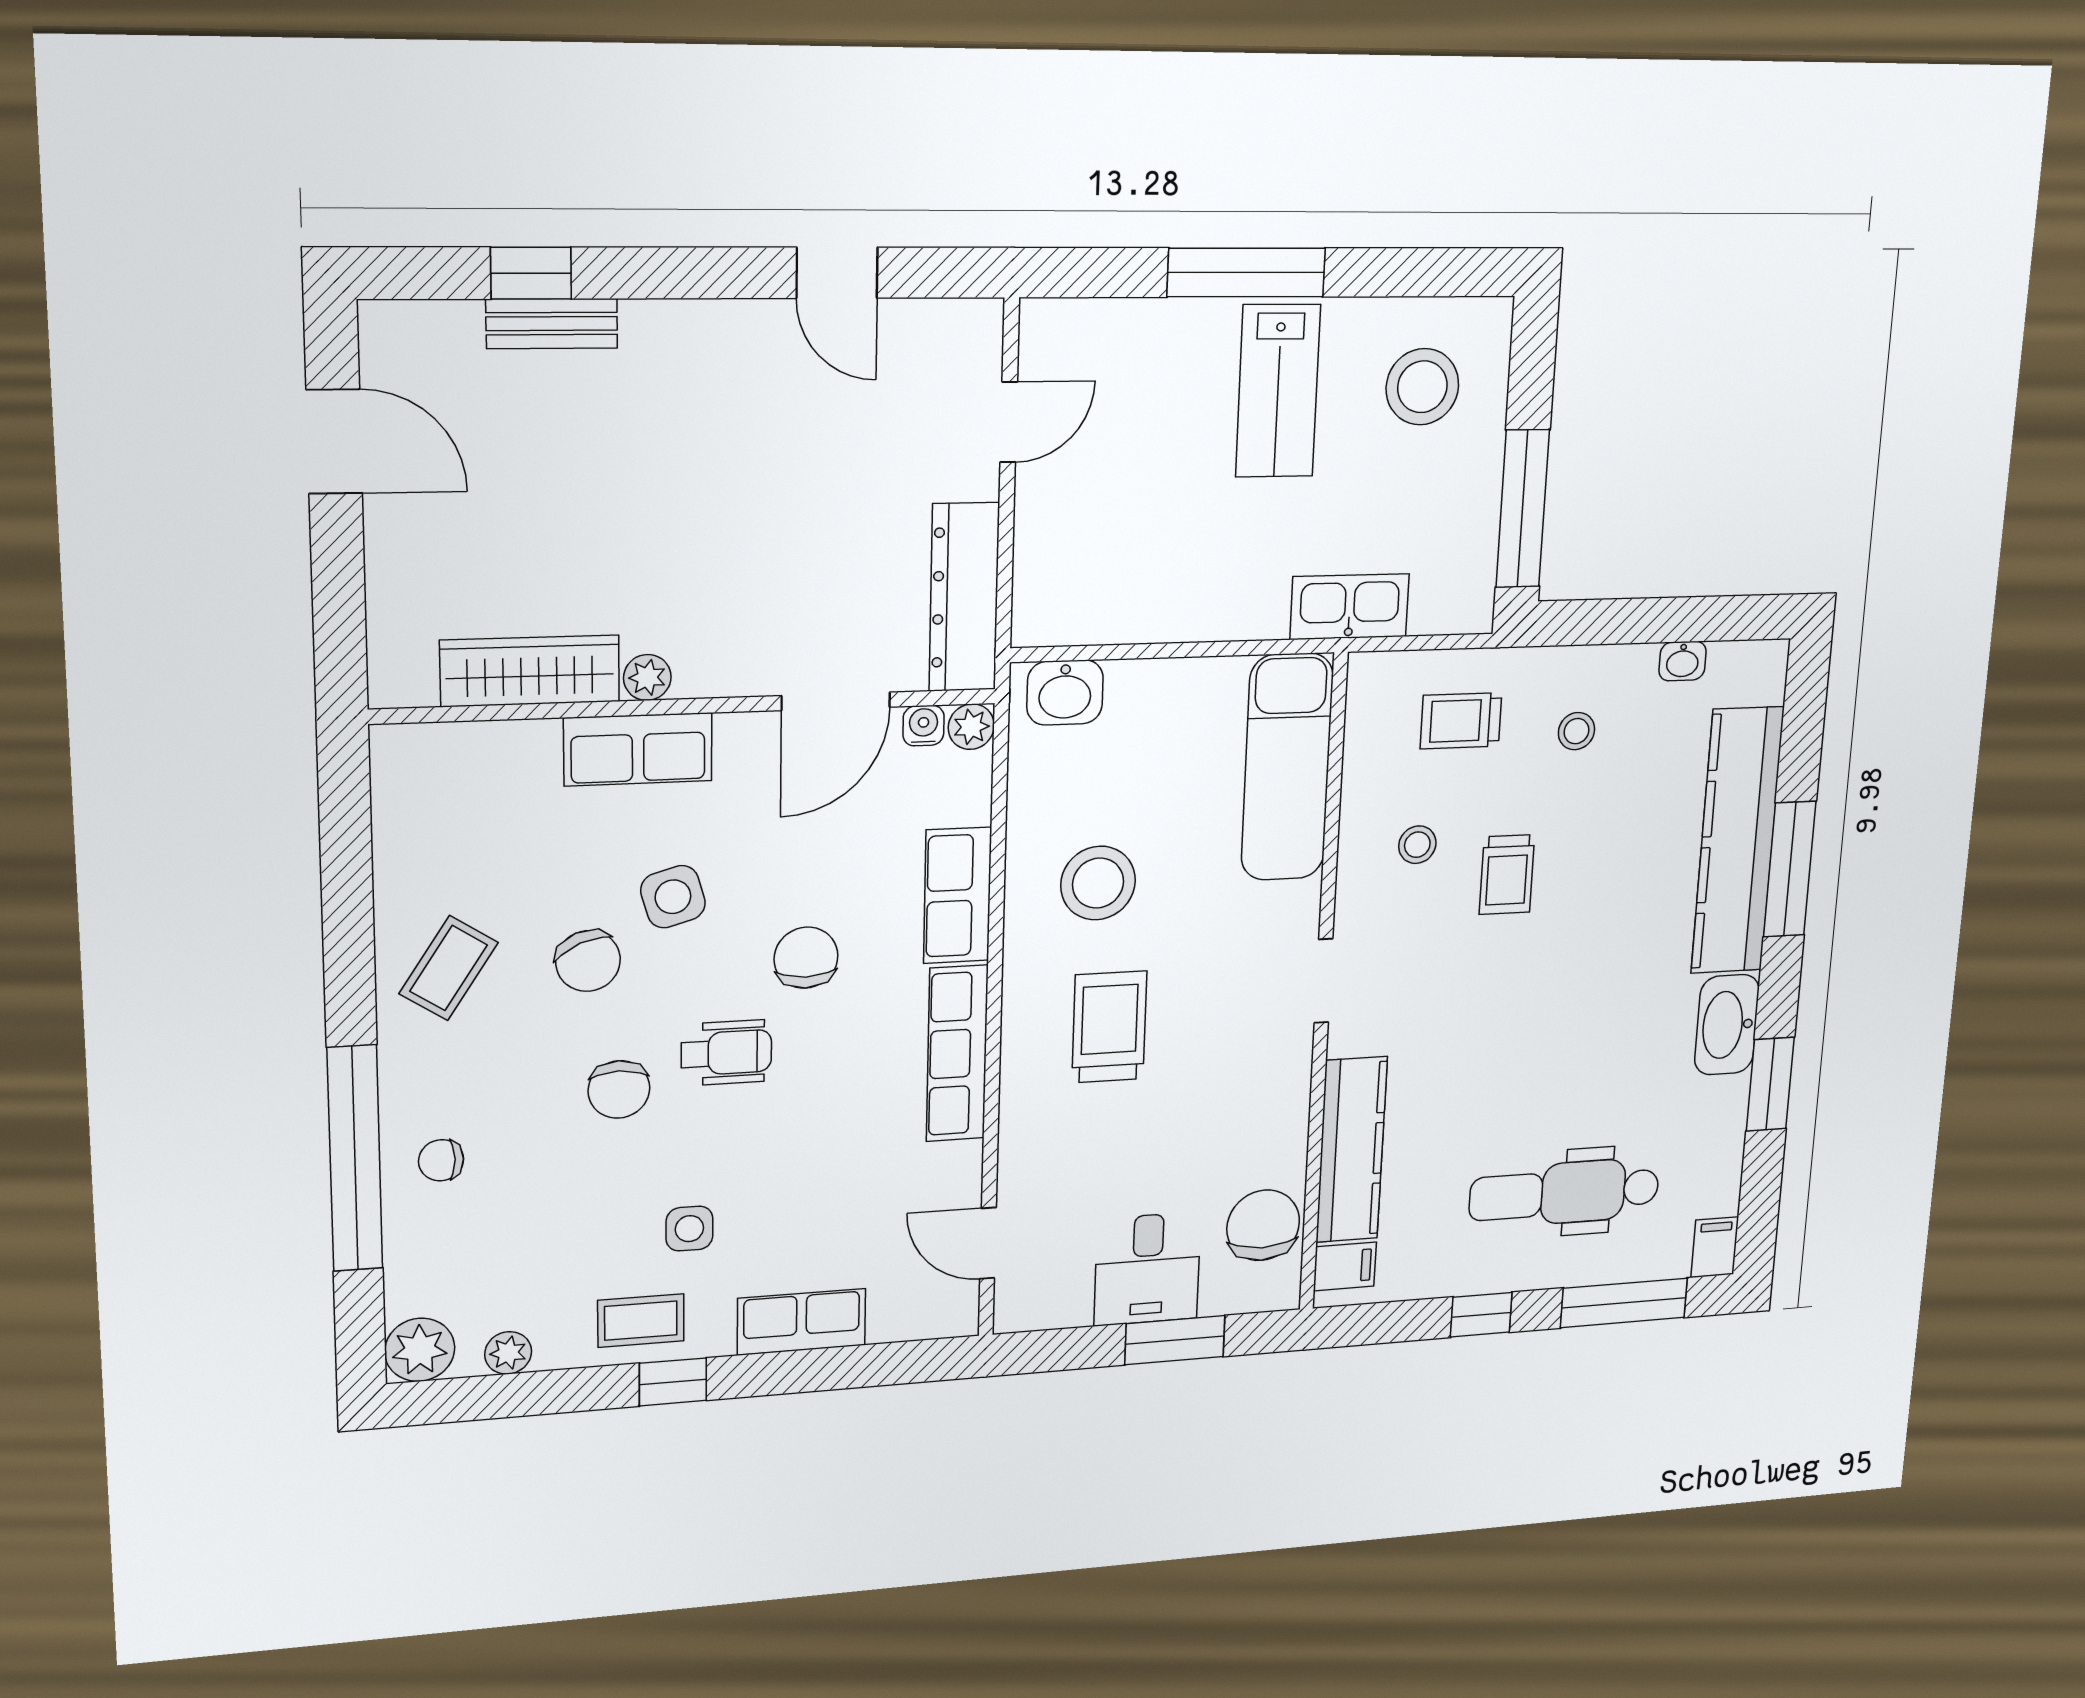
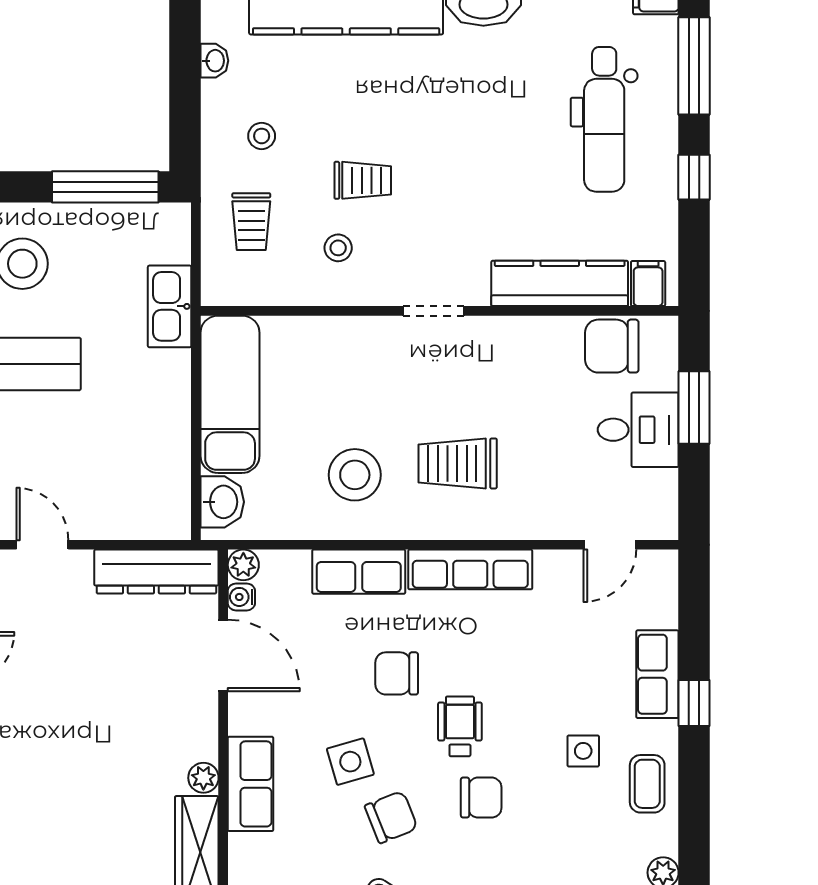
exam couch: (1287, 767) -> (230, 394), moved, turned -90
window: (673, 1382) -> (694, 703), moved

